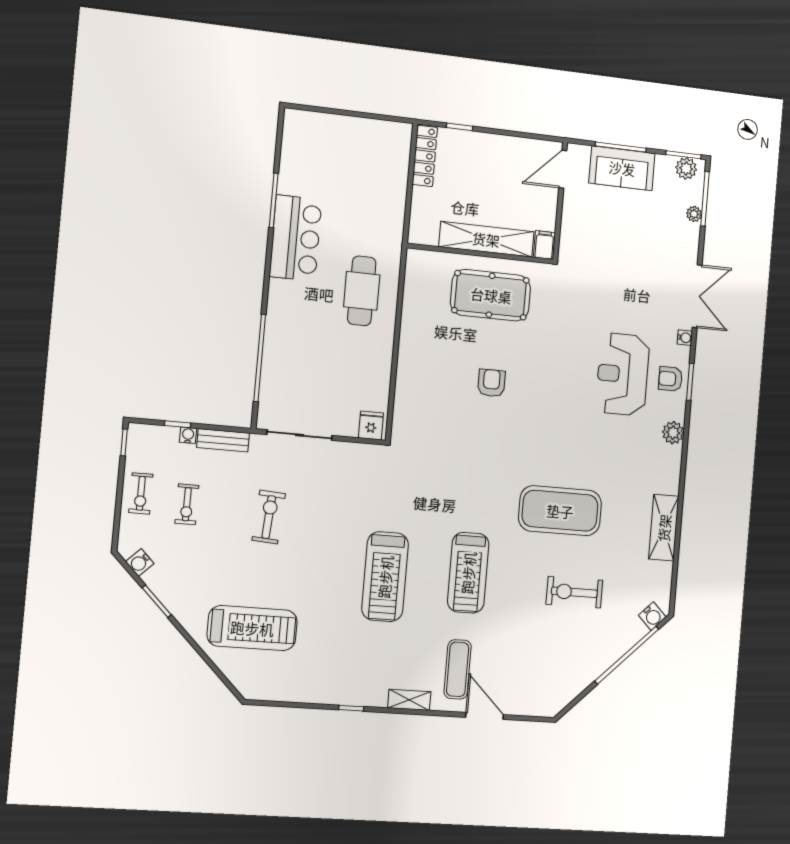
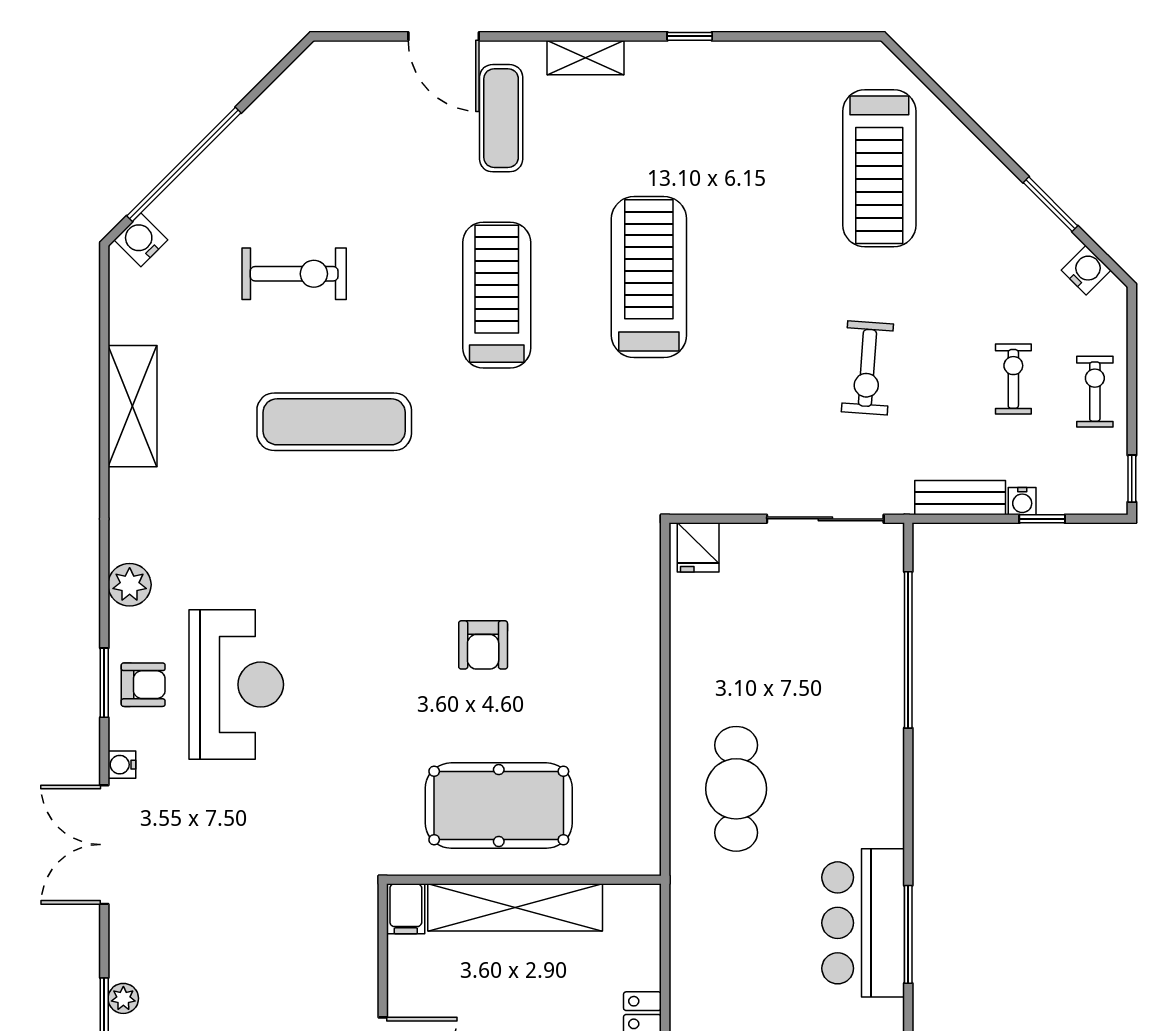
bar counter: (296, 238) -> (863, 923), moved
exercise mat: (560, 511) -> (334, 422), width x0.68
treadmill: (252, 628) -> (879, 168), turned -90

